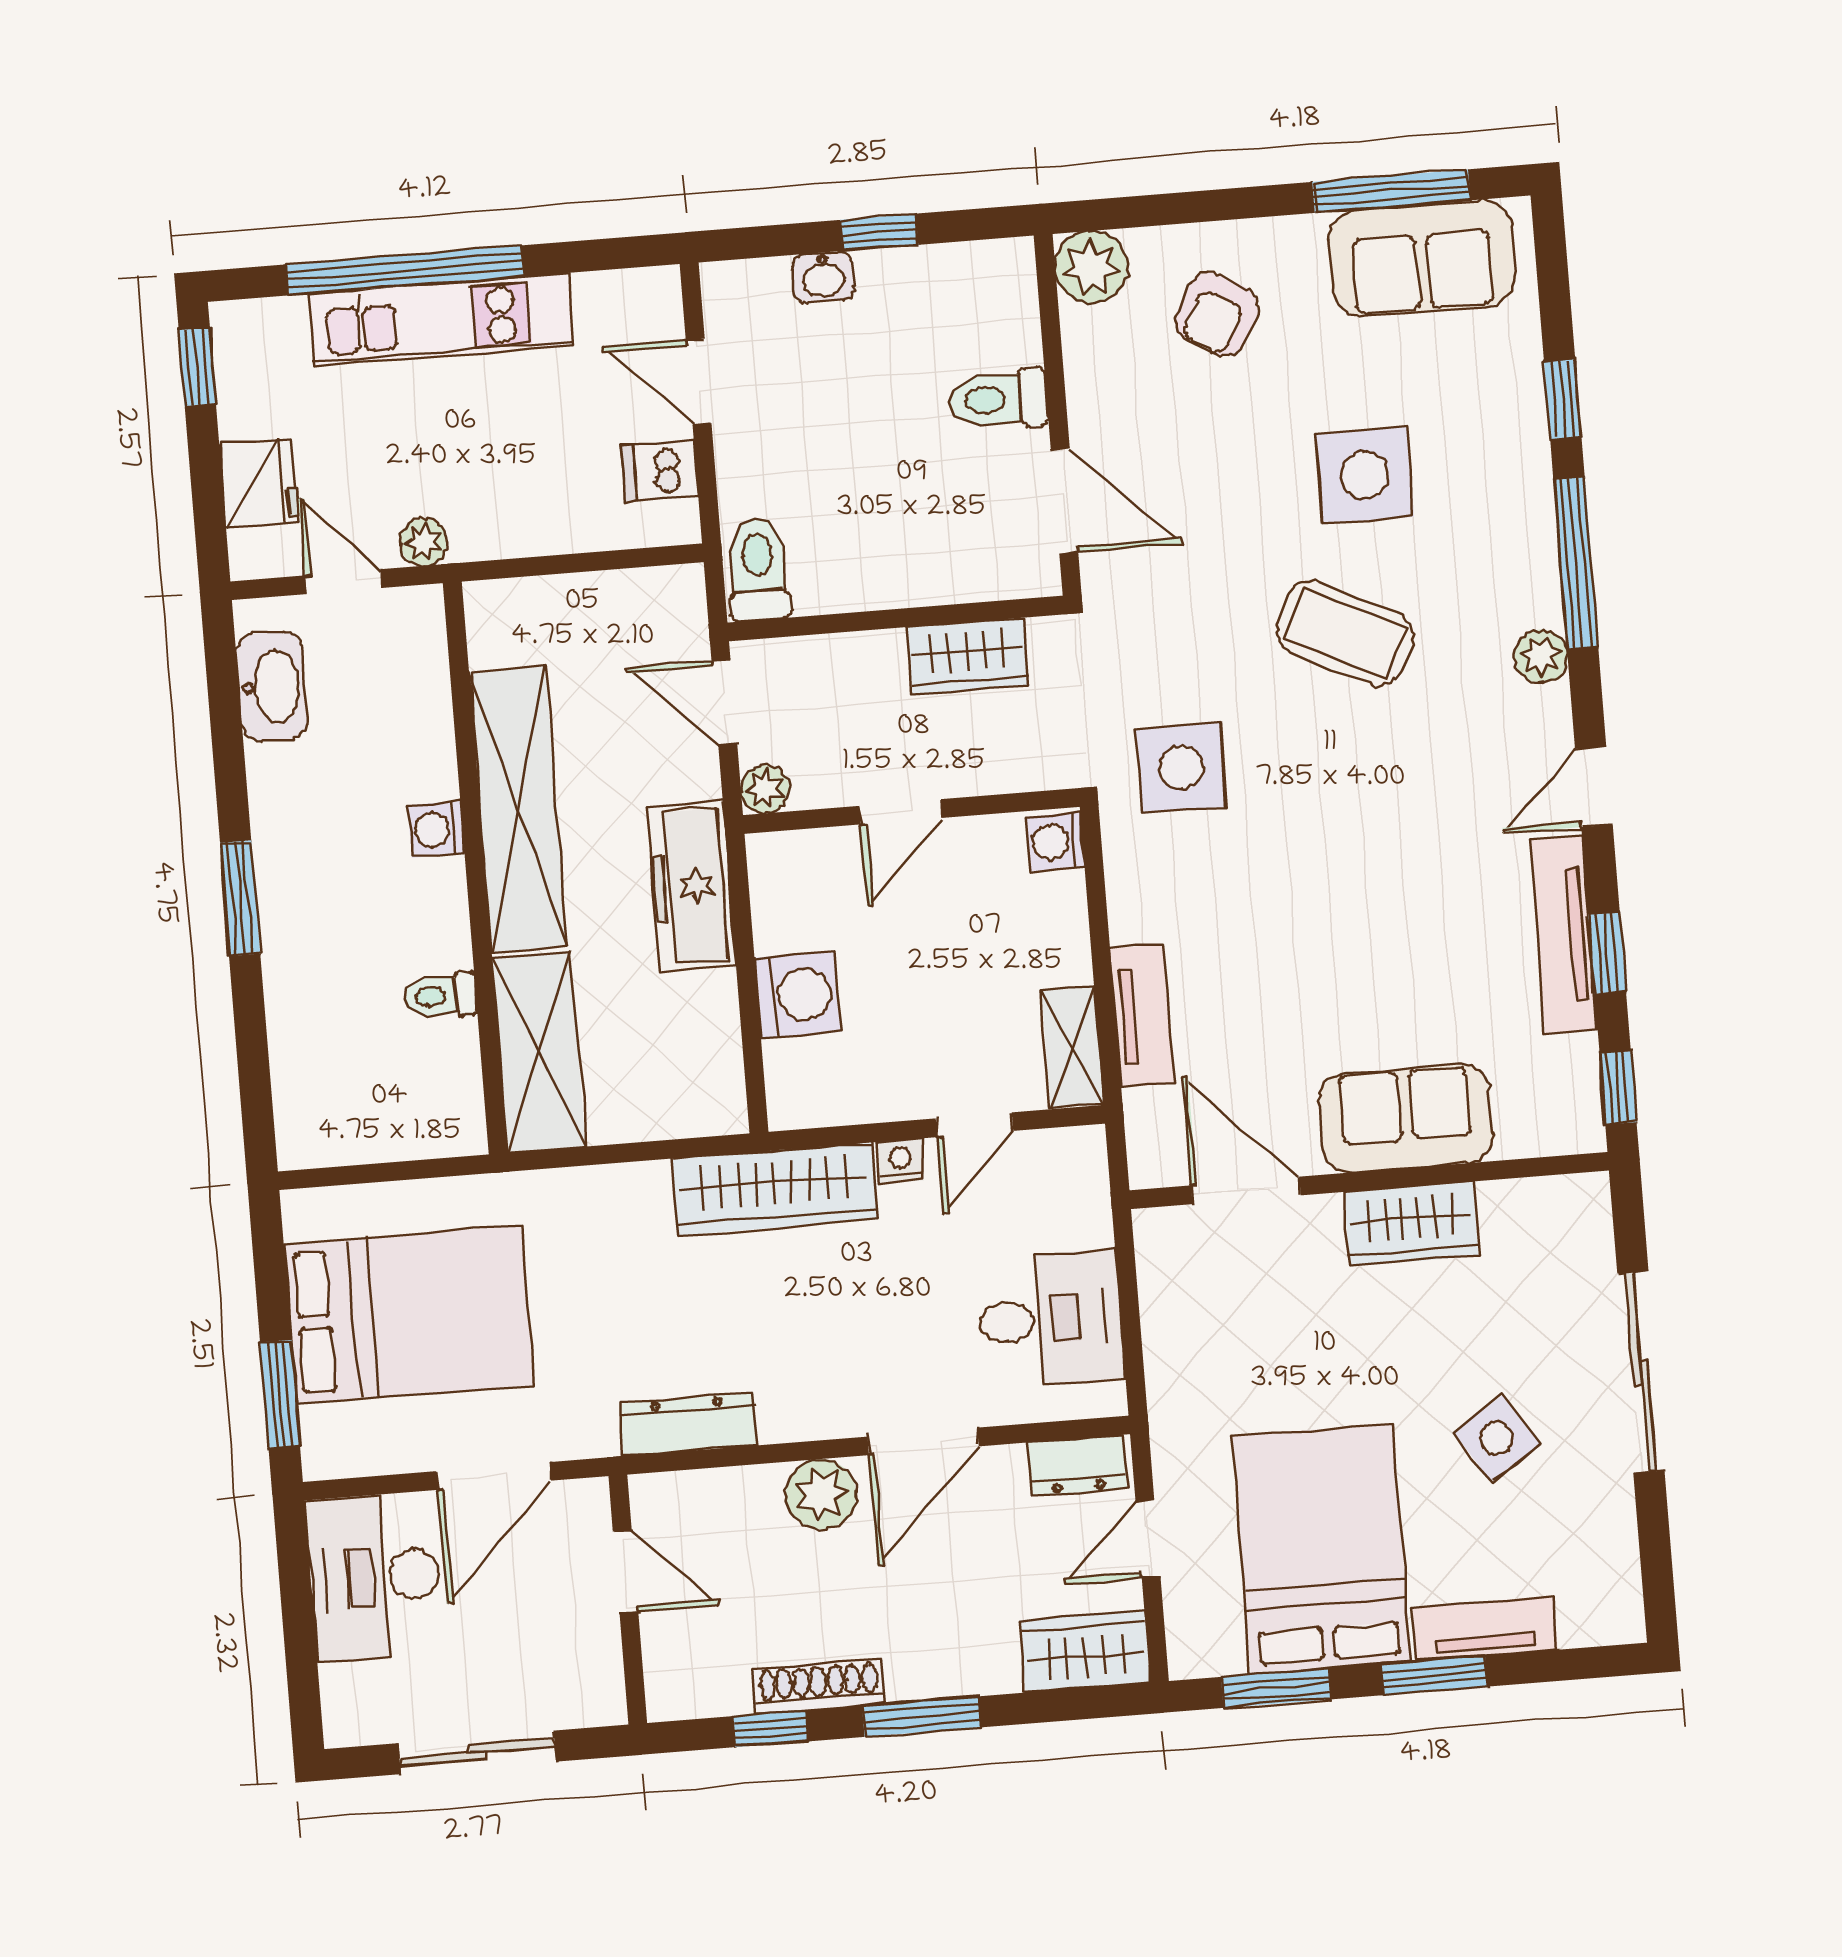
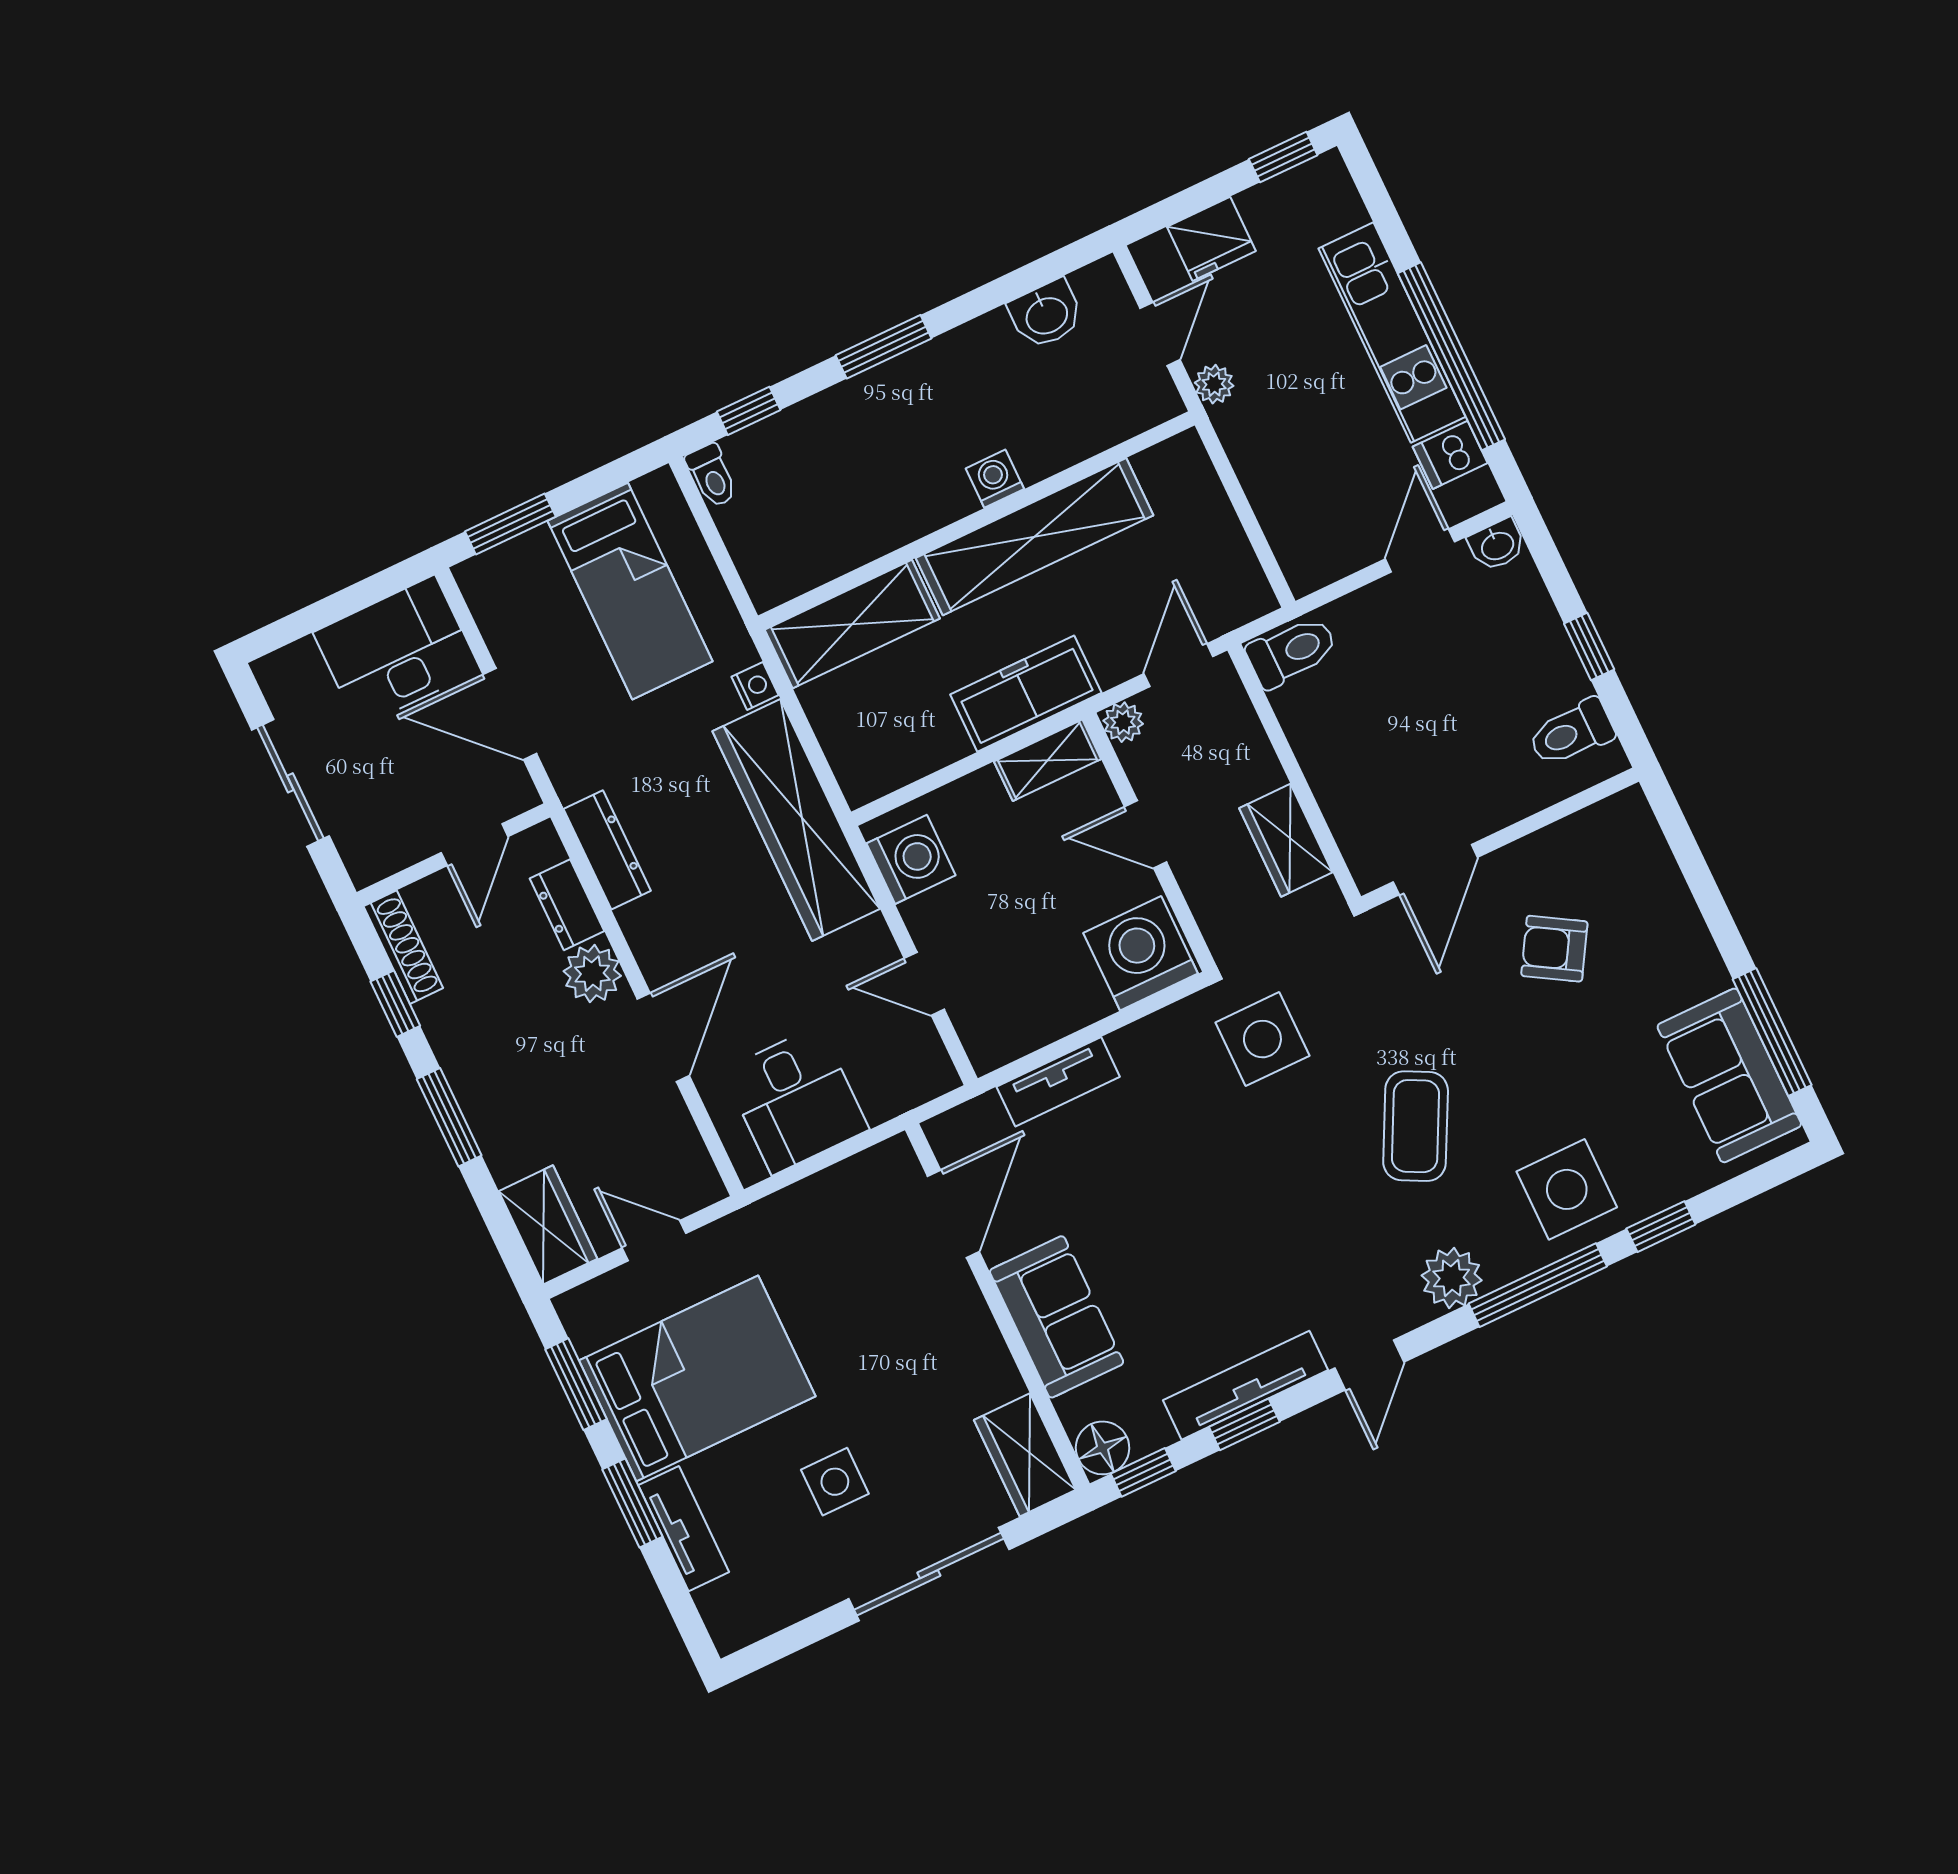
plant: (1091, 267) -> (1625, 822), removed
window: (405, 270) -> (1451, 356), moved
washbasin: (823, 277) -> (1497, 545), moved, turned -90
armchair: (1217, 314) -> (1554, 949), moved
toilet: (998, 399) -> (1571, 733), moved, turned -90
dishwasher: (660, 471) -> (1450, 455), moved, turned -90
side table: (1365, 475) -> (1567, 1189), moved
plant: (1541, 656) -> (1452, 1278), width x1.38, depth x1.38
washbasin: (272, 686) -> (1046, 314), width x0.72
door: (1594, 787) -> (1369, 1365), swing flipped
washing machine: (1055, 842) -> (1141, 953), width x1.89, depth x1.89
washing machine: (798, 995) -> (911, 859), moved, turned -90
toilet: (440, 996) -> (712, 476), moved, turned 180
shelving: (1072, 1047) -> (1048, 760), moved
window: (255, 1078) -> (749, 411), added
floor lamp: (1573, 1123) -> (1103, 1448), added
nightstand: (900, 1161) -> (755, 686), moved
wardrobe: (775, 1189) -> (796, 820), width x1.40, depth x1.17
wardrobe: (1411, 1224) -> (1025, 1455), moved
bed: (409, 1315) -> (630, 591), width x0.67
side table: (1497, 1438) -> (835, 1482), turned 33
door: (923, 1441) -> (663, 1037), swing flipped
dresser: (1077, 1465) -> (567, 905), moved
shoe rack: (819, 1687) -> (403, 947), moved

